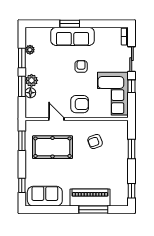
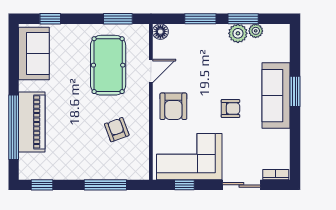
plant: (31, 80) -> (238, 33), moved
window: (132, 86) -> (184, 185), moved
floor lamp: (30, 93) -> (160, 32), moved
window: (132, 149) -> (105, 185), width x1.44
window: (93, 210) -> (14, 127), width x1.46

